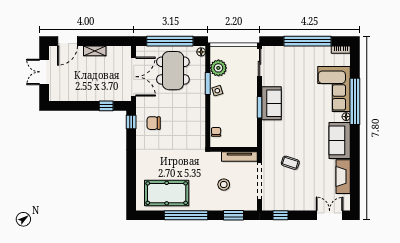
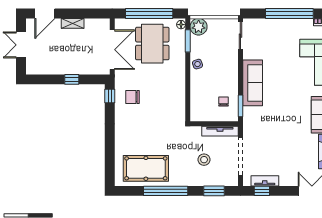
plant: (218, 68) -> (199, 27), moved
window: (208, 83) -> (188, 41), moved
sofa: (271, 103) -> (253, 83), width x1.36
window: (106, 106) -> (72, 79), moved
window: (260, 107) -> (240, 106), moved
chair: (216, 132) -> (223, 101), moved
coffee table: (290, 163) -> (272, 137), removed
tv unit: (283, 205) -> (265, 181), added

